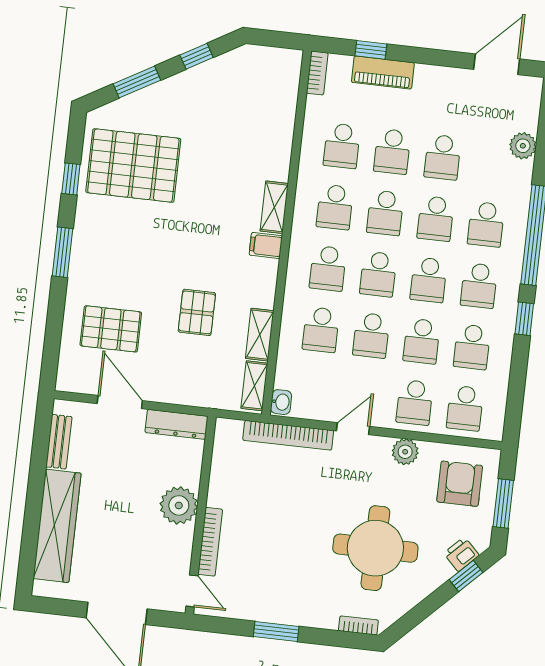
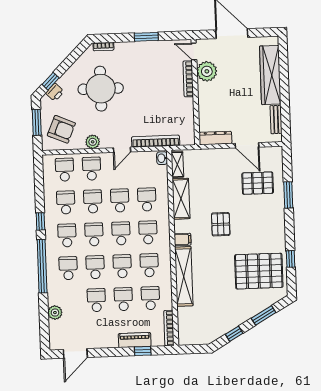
bookcase: (317, 73) -> (169, 328), width x1.56
shelving: (274, 207) -> (184, 276), width x2.20, depth x1.33
window: (63, 252) -> (288, 195), moved
pallet: (197, 312) -> (221, 224), moved
shelving: (260, 335) -> (181, 199), width x1.50, depth x1.33
armchair: (460, 484) -> (61, 129), turned -67
plant: (179, 505) -> (207, 71), moved

